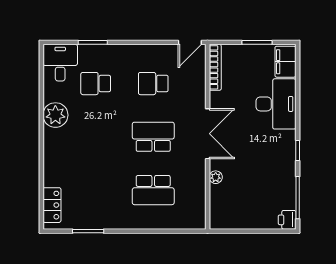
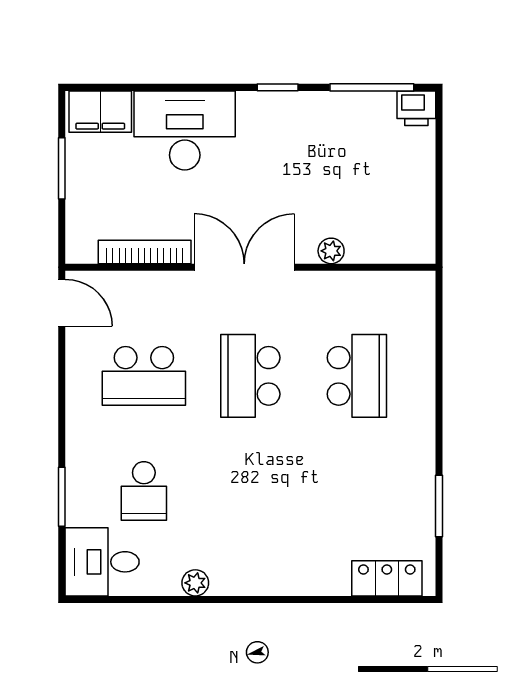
bookcase: (215, 67) -> (145, 252), moved
school desk: (153, 84) -> (144, 376), width x1.85
plant: (55, 115) -> (195, 583), width x0.53, depth x0.53

